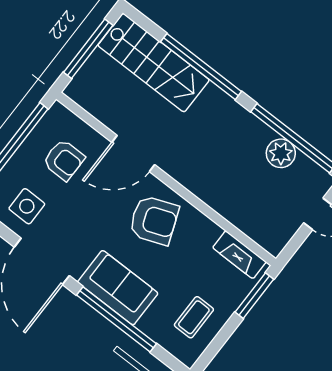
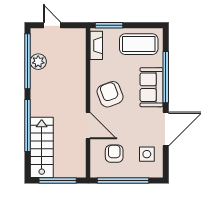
coffee table: (194, 317) -> (139, 44), width x1.86, depth x1.72

